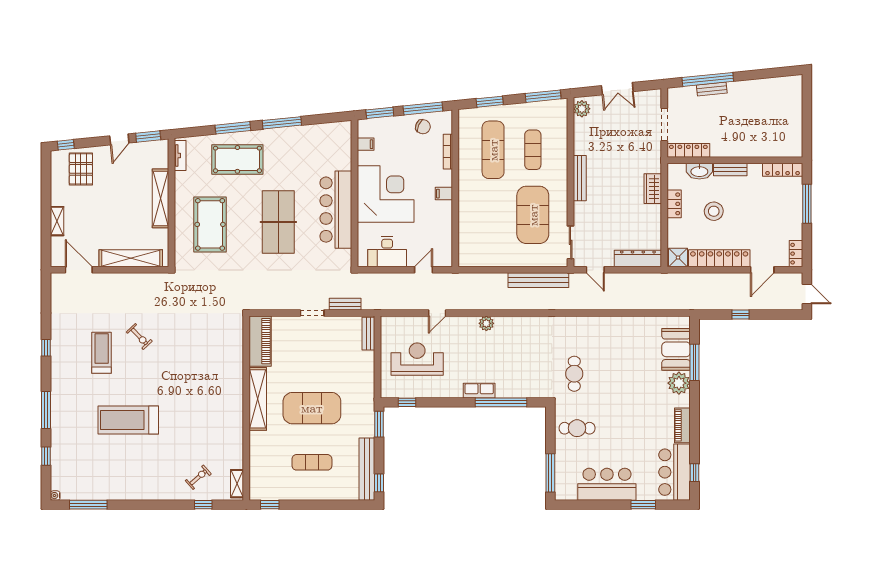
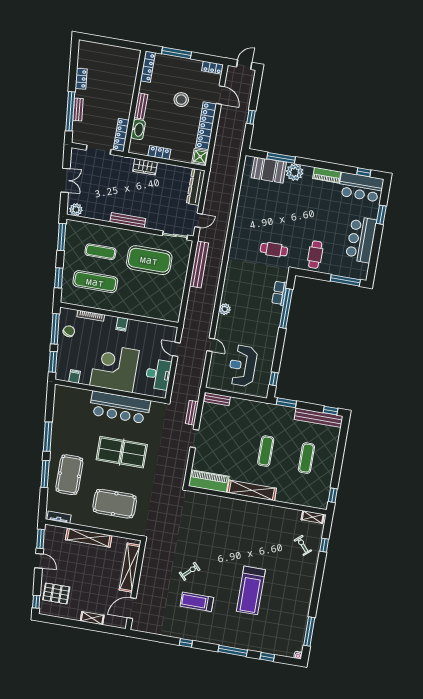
locker: (752, 86) -> (81, 79), added
stool: (714, 211) -> (181, 100), moved
row of seats: (479, 391) -> (279, 293), moved
exercise mat: (312, 408) -> (266, 451), width x0.50, depth x0.69

